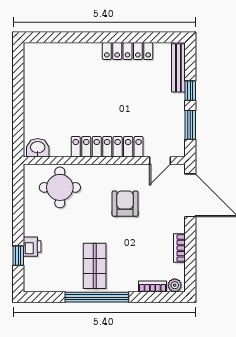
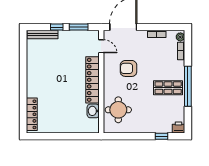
locker: (128, 51) -> (32, 114), moved
washbasin: (38, 148) -> (93, 111), moved
printer: (32, 247) -> (179, 127), moved

